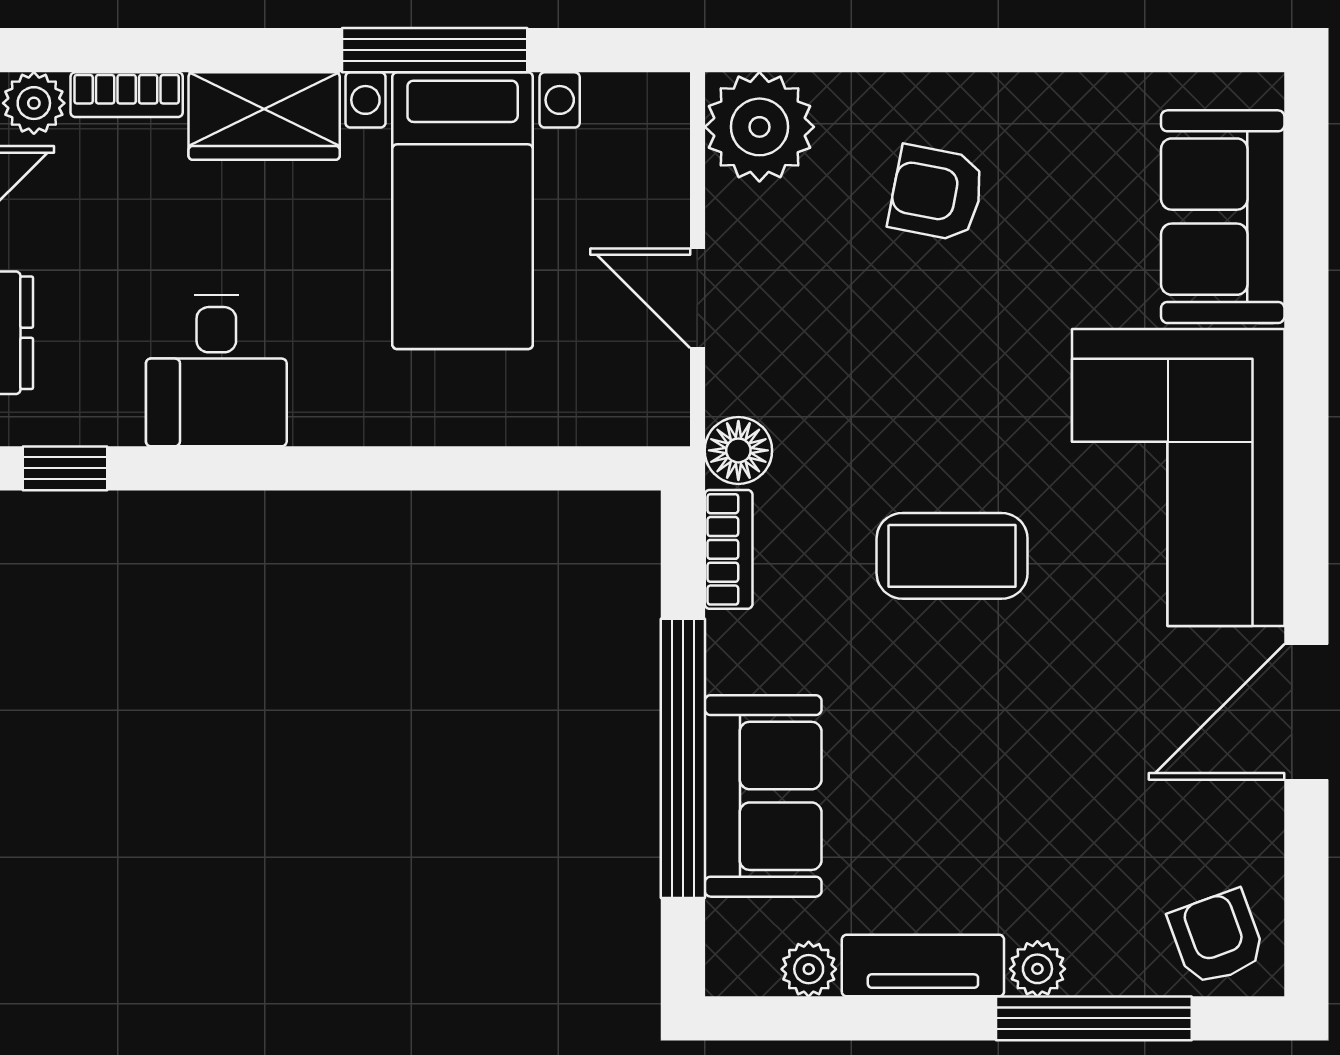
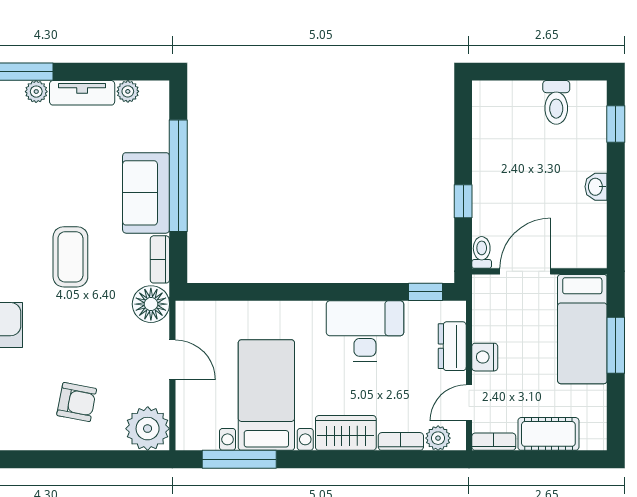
window: (435, 50) -> (239, 459), moved
desk: (216, 371) -> (365, 331), width x1.37
floor lamp: (738, 450) -> (151, 304), width x1.38, depth x1.38
coffee table: (952, 556) -> (70, 257), turned 90
sofa: (763, 796) -> (146, 193), moved

